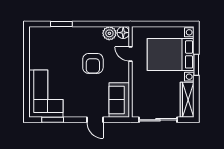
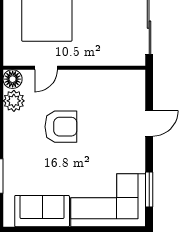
sofa: (119, 100) -> (42, 211), moved, turned 180

